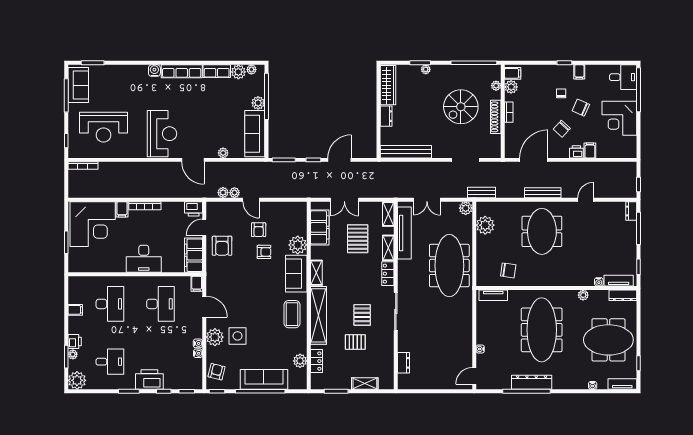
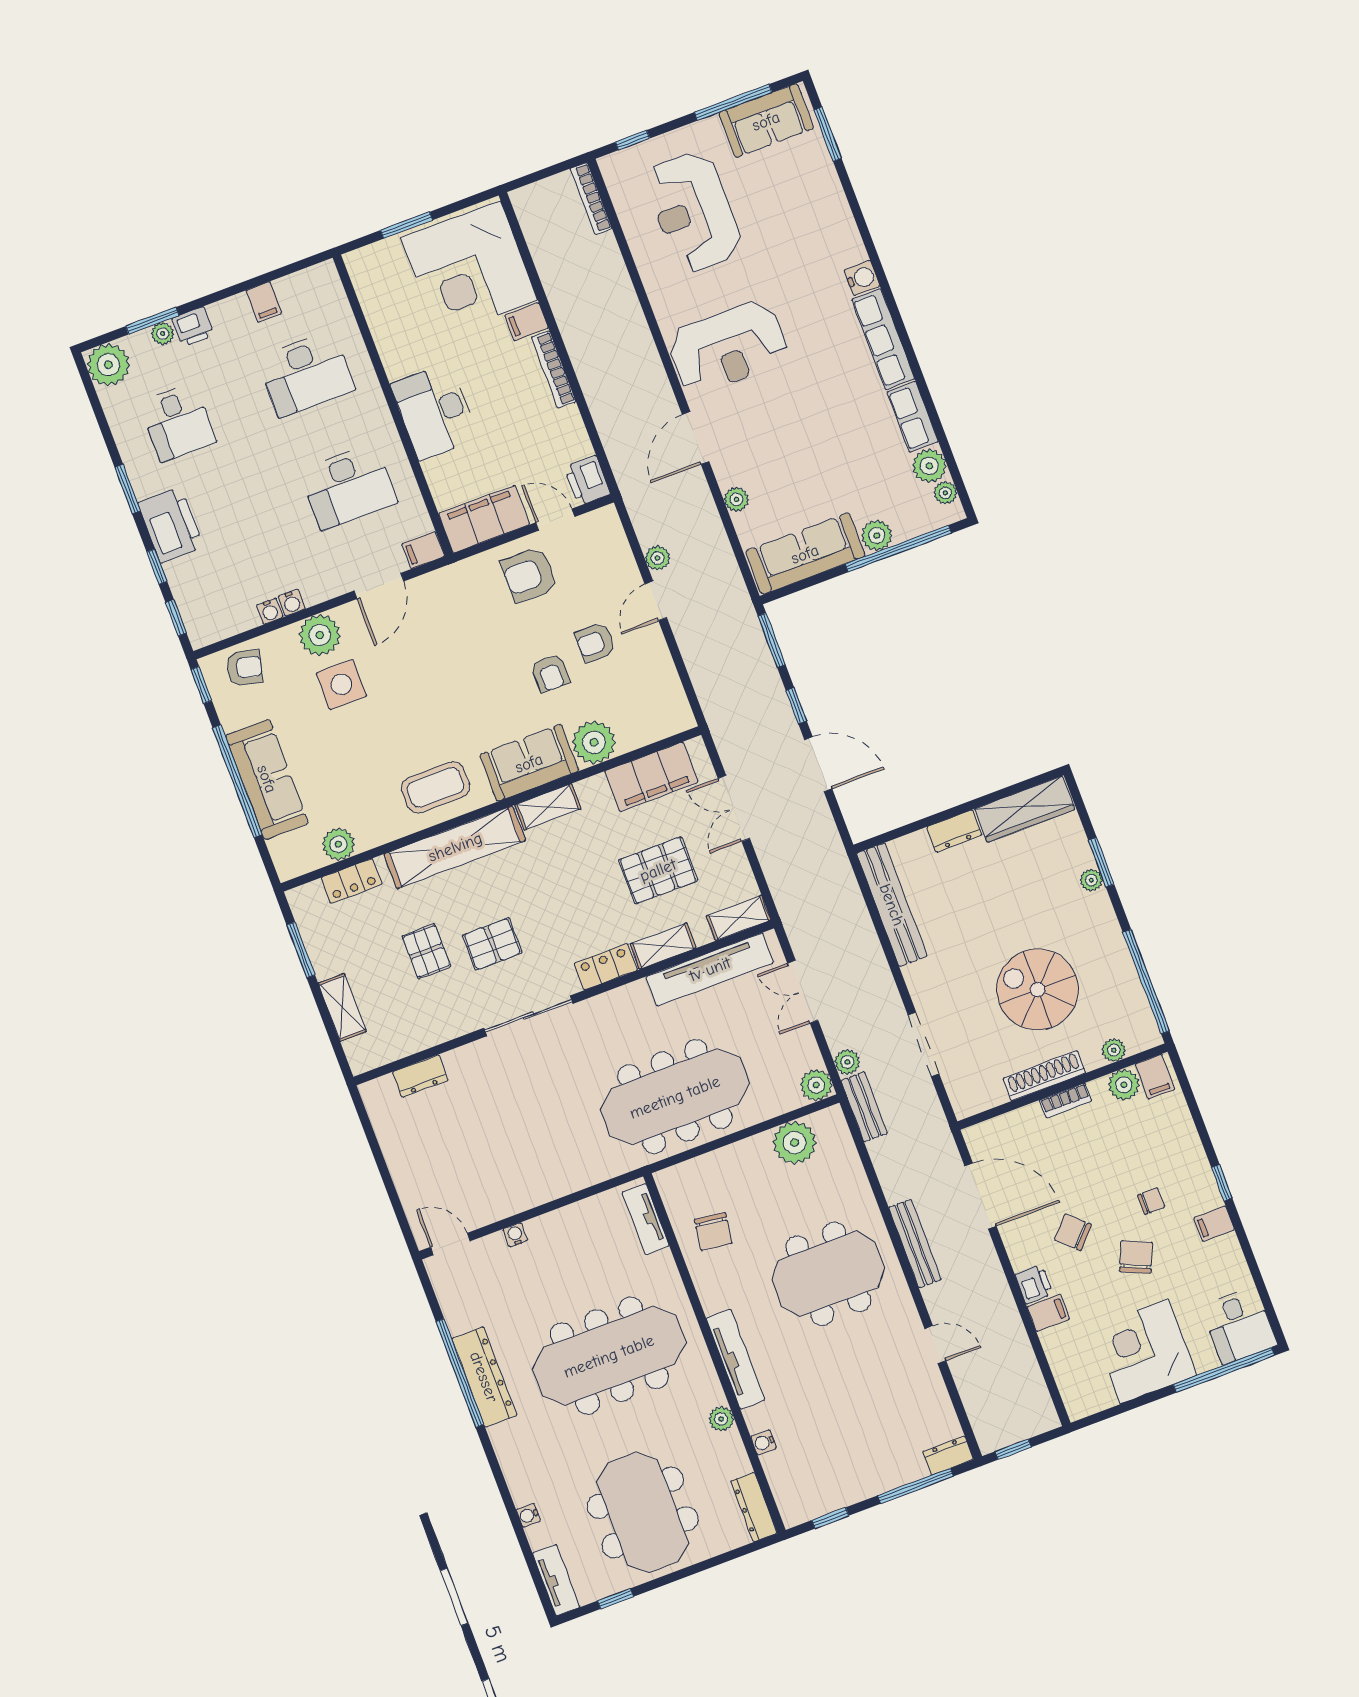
plant: (223, 193) -> (847, 1062), moved
tv unit: (619, 281) -> (736, 1359), moved, width x1.41

